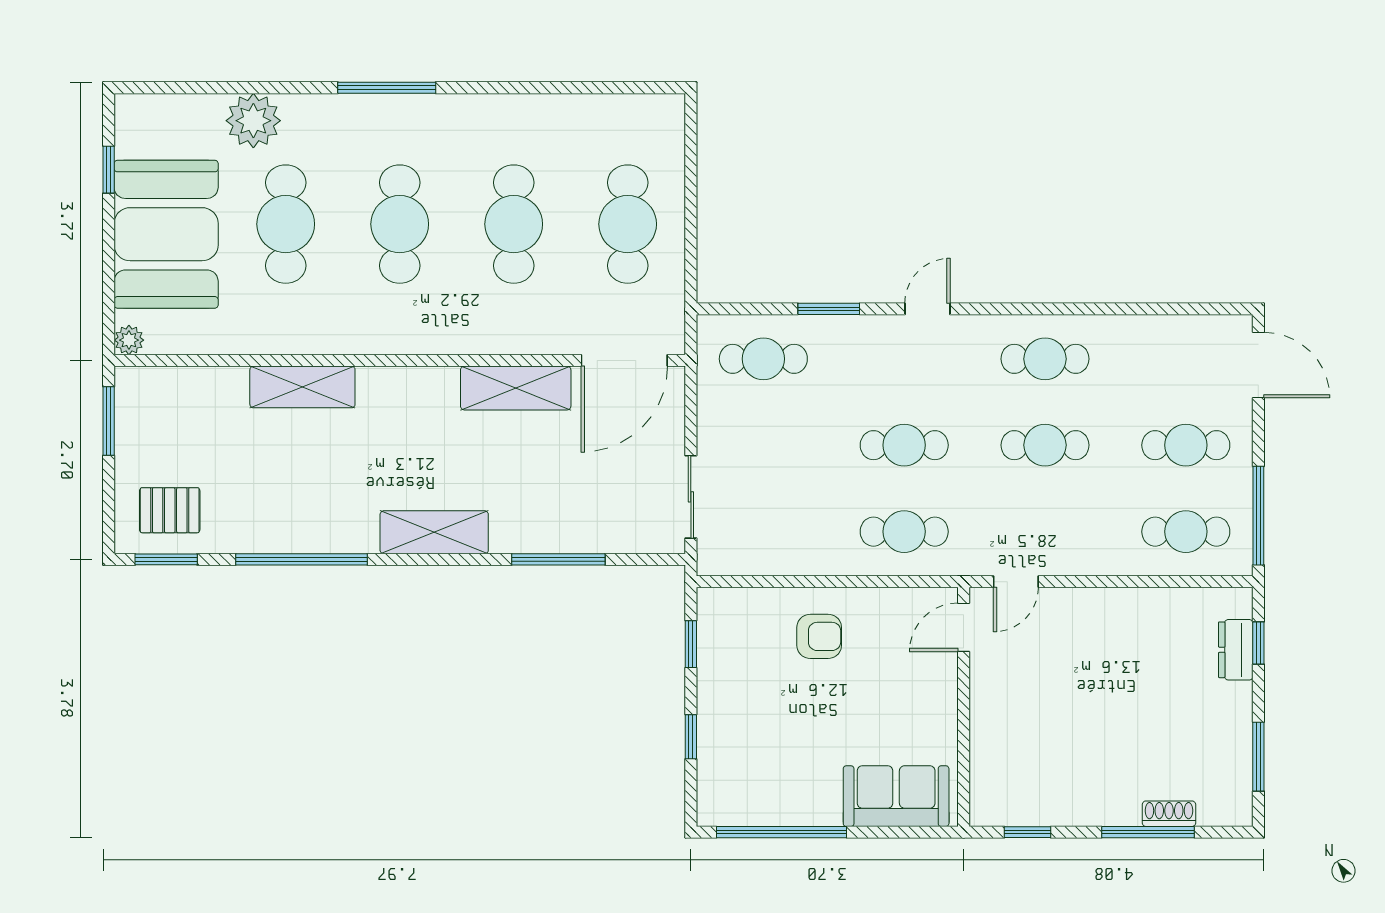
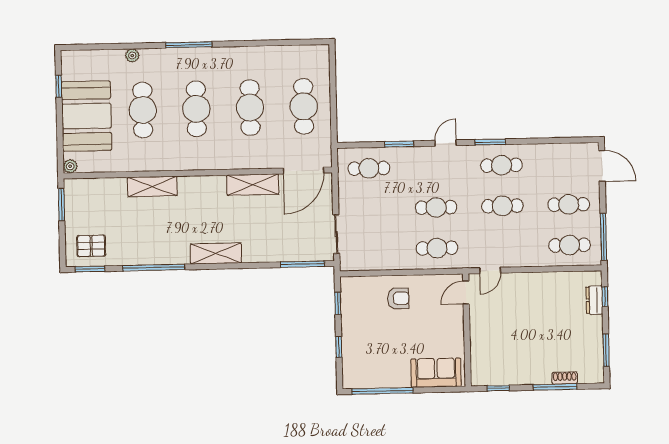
plant: (253, 121) -> (132, 56), width x0.53, depth x0.53
window: (1022, 309) -> (490, 142), added
window: (558, 559) -> (302, 264), moved

